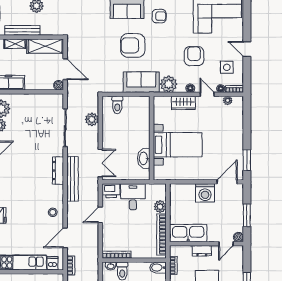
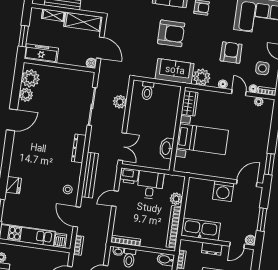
armchair: (133, 45) -> (171, 33), turned 180
wardrobe: (183, 103) -> (189, 103), moved, turned -90
bench: (73, 179) -> (90, 175), moved
door: (65, 238) -> (77, 217), hinge flipped

